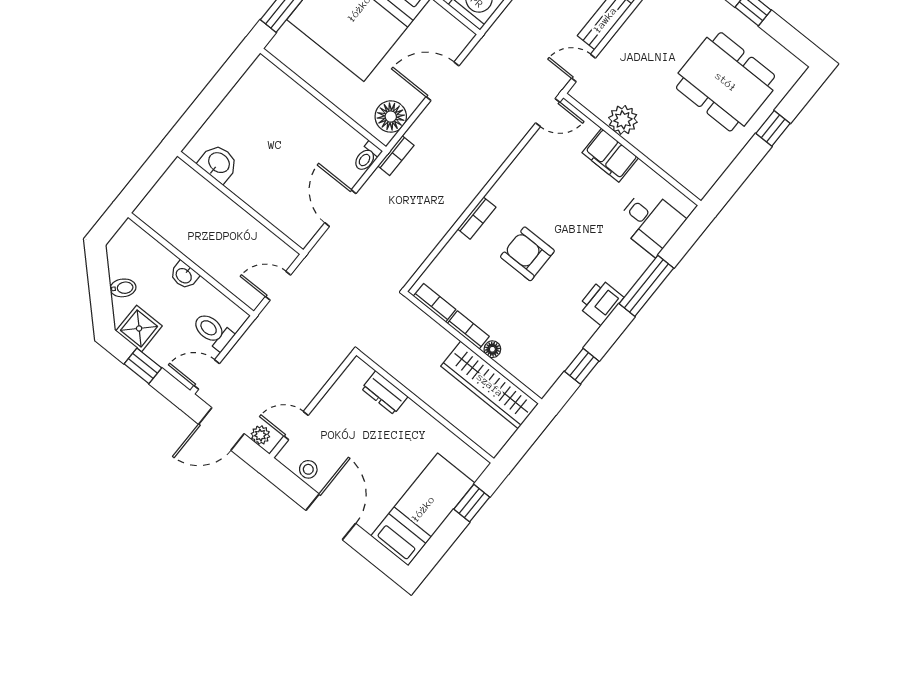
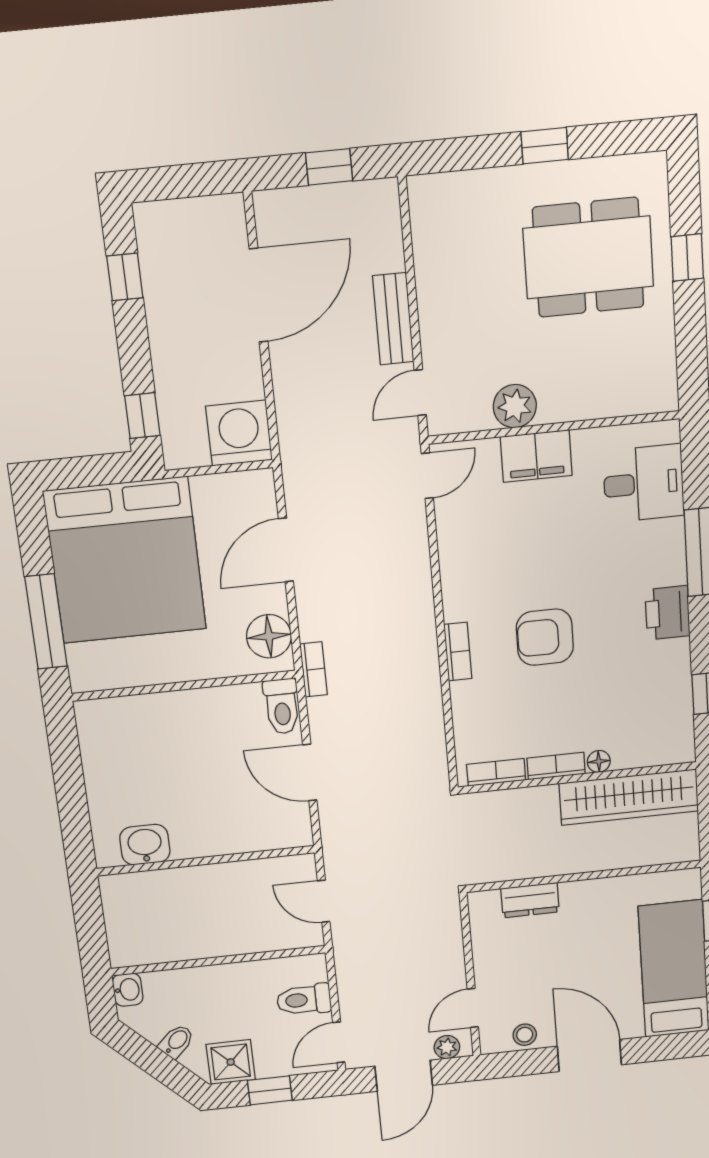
toilet: (367, 157) -> (282, 706), width x1.37, depth x1.39
washbasin: (184, 275) -> (128, 990), moved, turned -90
door: (278, 286) -> (324, 901), hinge flipped

